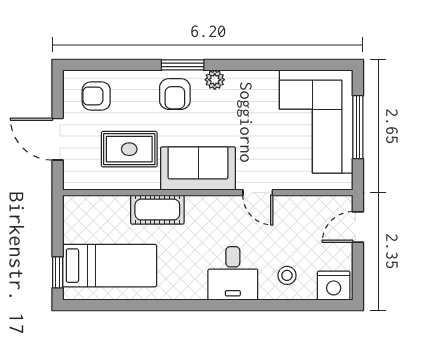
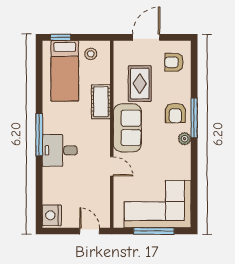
window: (183, 65) -> (194, 118), width x1.44
armchair: (175, 94) -> (175, 113), turned -90
armchair: (96, 96) -> (174, 62), turned -90
door: (258, 193) -> (112, 166), swing flipped
stool: (287, 275) -> (91, 54), moved
window: (208, 305) -> (39, 135), added

